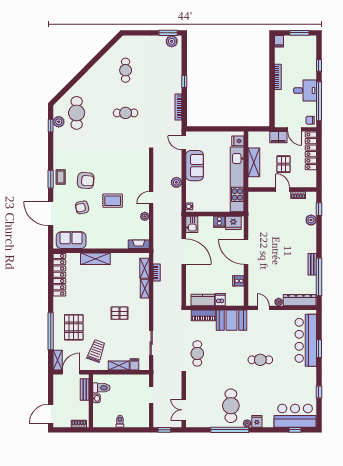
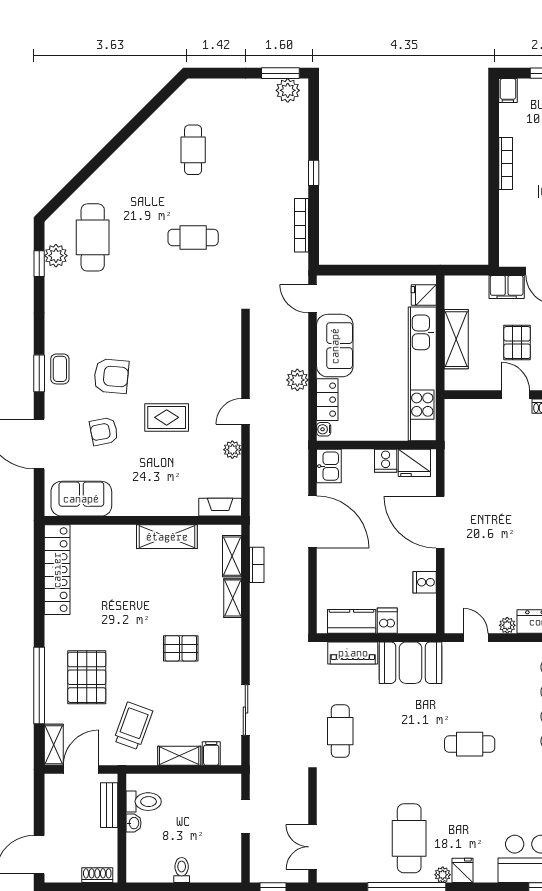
locker: (191, 192) -> (327, 400), added
shelving: (95, 259) -> (167, 537), moved

